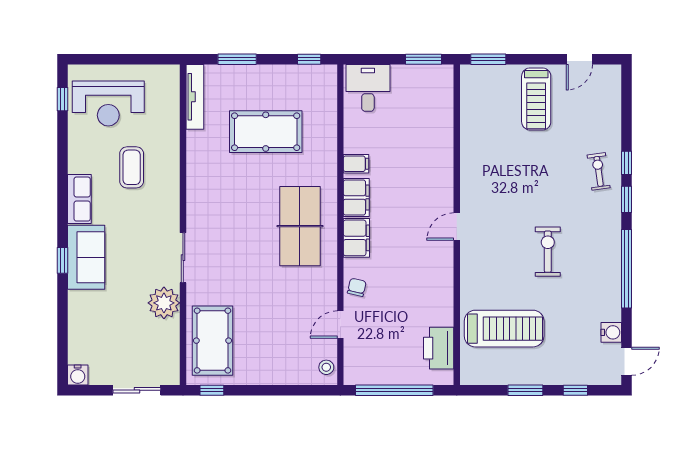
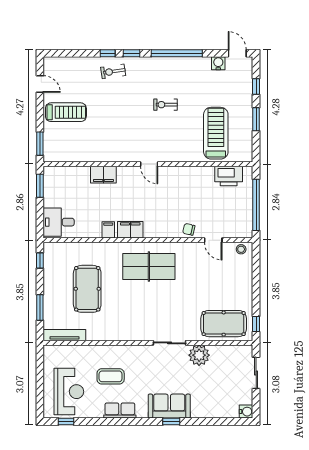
row of seats: (79, 199) -> (120, 411), moved
filing cabinet: (356, 238) -> (103, 175), moved, turned 180
exercise bike: (548, 252) -> (166, 105), width x0.73, depth x0.72

